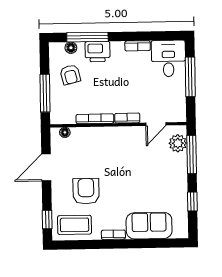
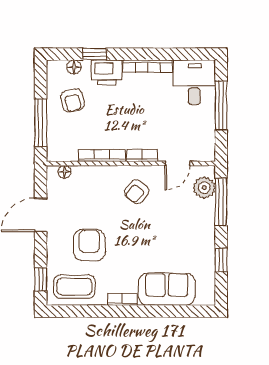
window: (87, 37) -> (94, 54), width x0.46
bookcase: (138, 46) -> (148, 66), width x1.56
armchair: (123, 148) -> (137, 192), added

